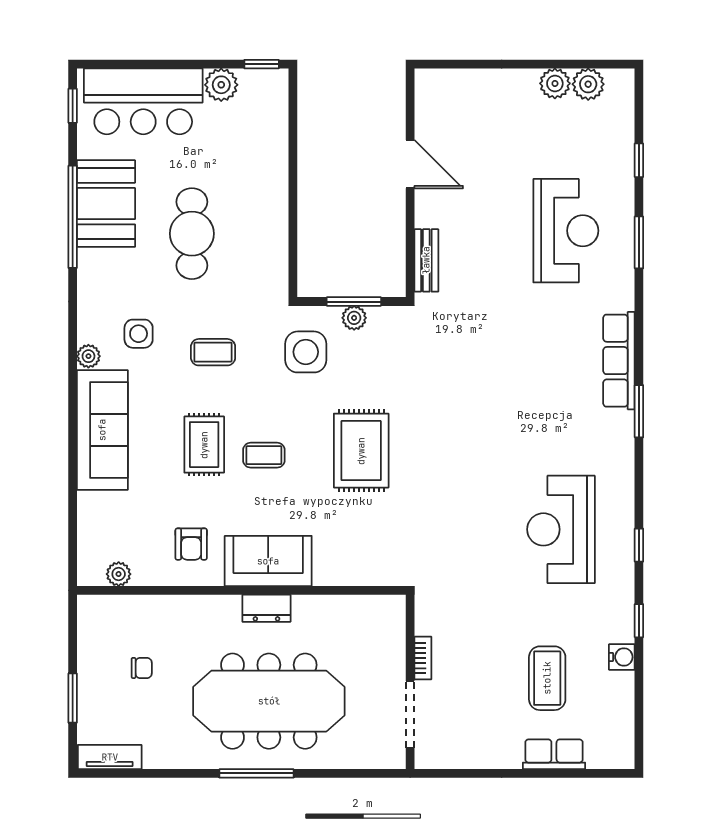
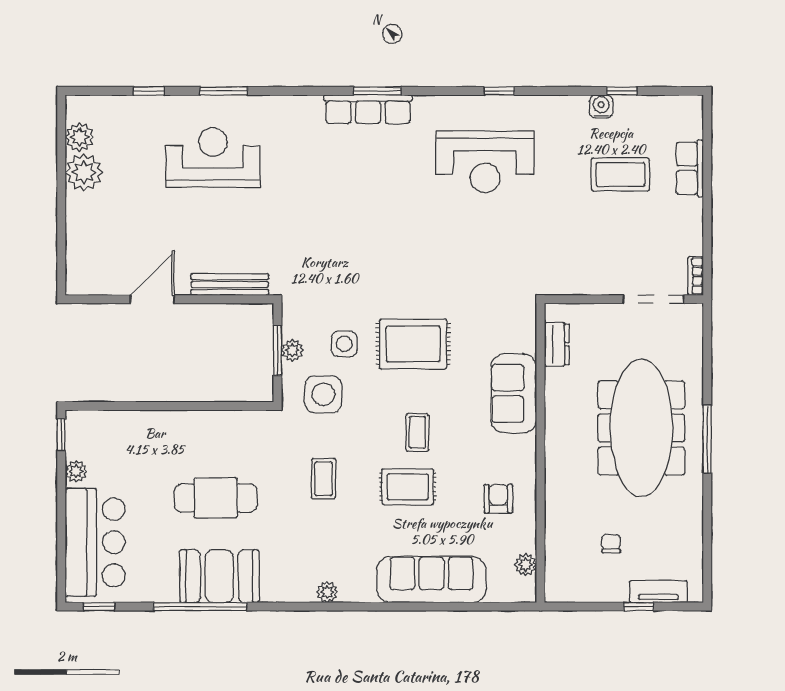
plant: (555, 83) -> (84, 172), width x1.36, depth x1.36
plant: (221, 85) -> (76, 471), width x0.73, depth x0.73
booth: (106, 204) -> (219, 576), moved
bench: (426, 260) -> (230, 284), width x1.36
side table: (139, 334) -> (344, 344), moved
row of seats: (619, 361) -> (368, 109), moved
sofa: (102, 430) -> (431, 579), moved
armchair: (191, 544) -> (498, 499), turned -90
sofa: (268, 561) -> (514, 393), moved
dresser: (266, 608) -> (557, 344), moved
window: (639, 621) -> (622, 91), moved
bookcase: (423, 658) -> (696, 276), moved, turned -90
window: (73, 698) -> (639, 607), width x0.67
tv unit: (110, 757) -> (658, 592), moved, turned 90

